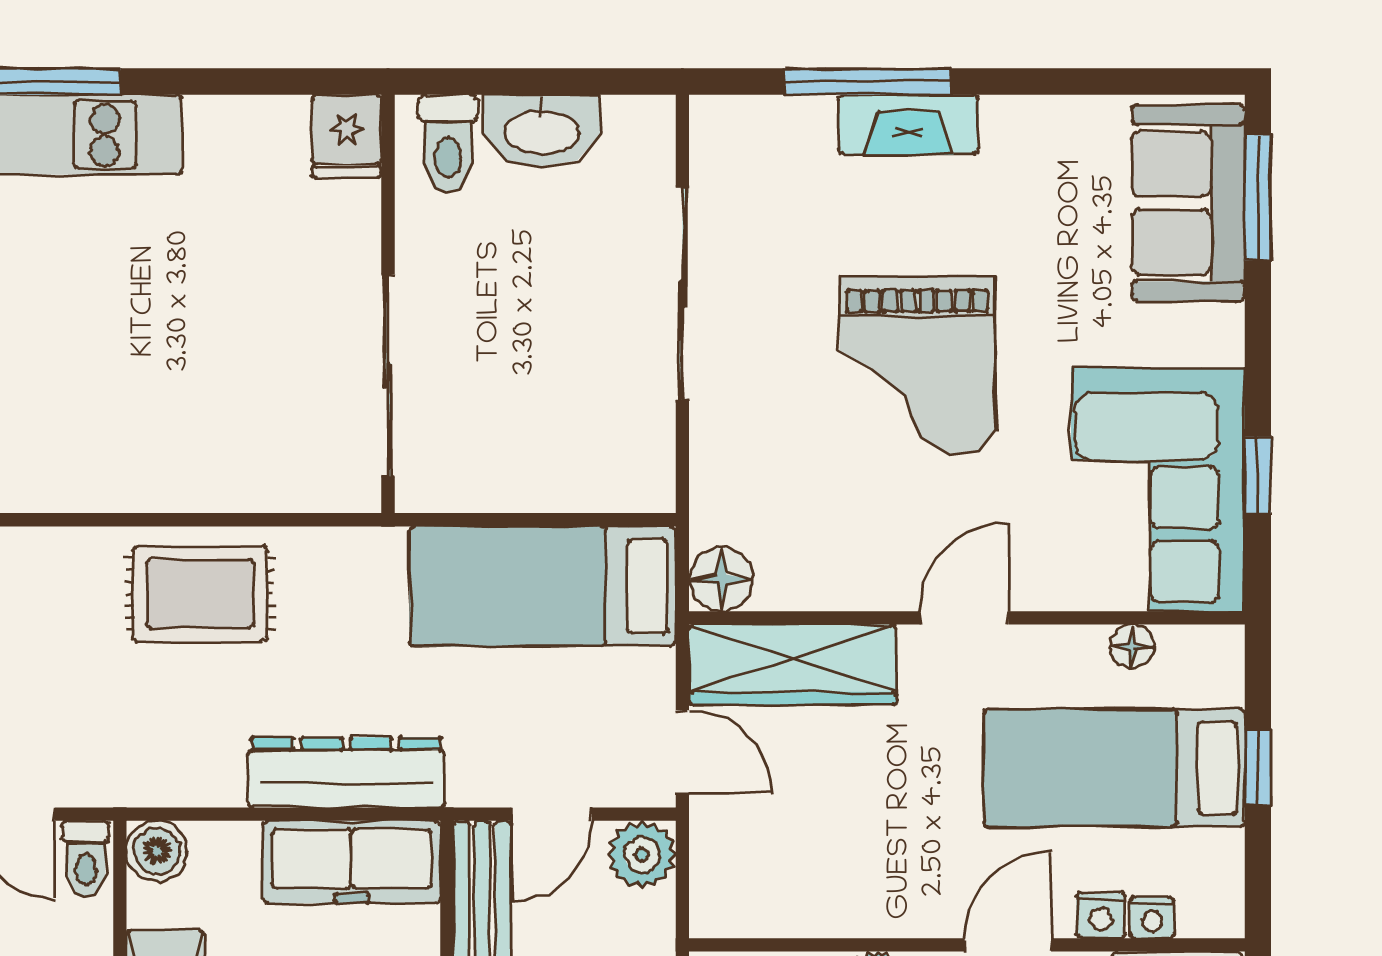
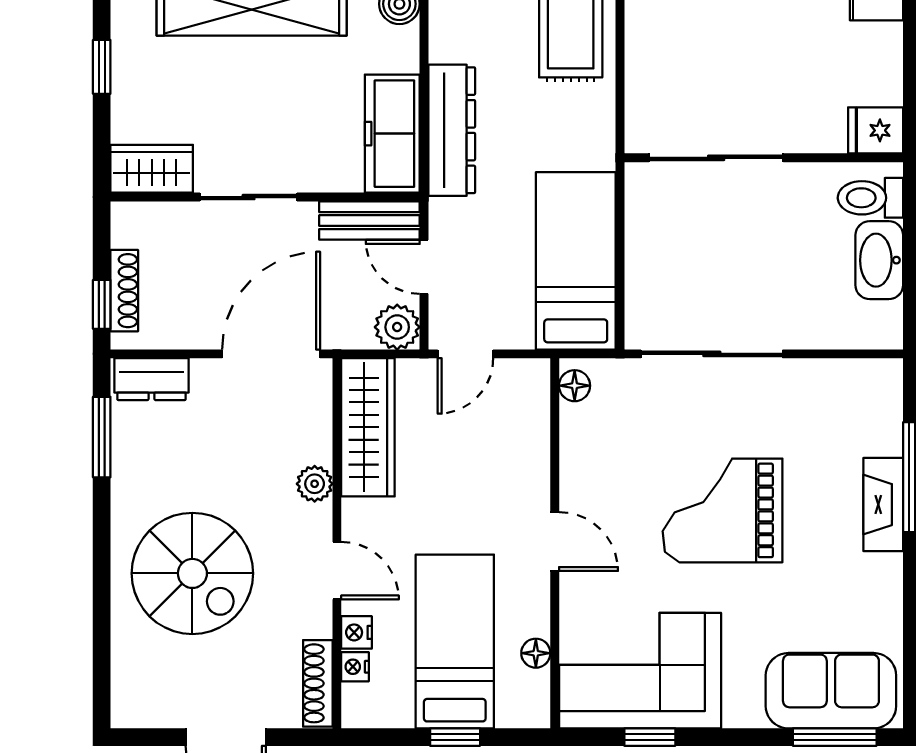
sliding door: (682, 294) -> (712, 354), moved
floor lamp: (721, 579) -> (575, 386), width x0.73, depth x0.73
wardrobe: (793, 665) -> (368, 427), moved, turned 180

